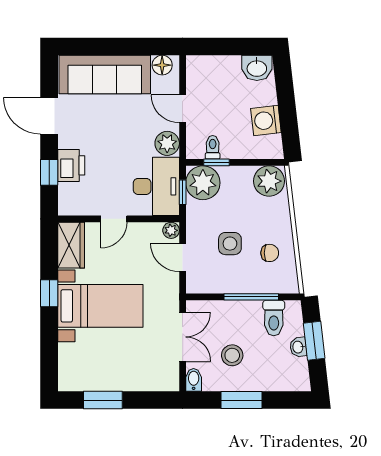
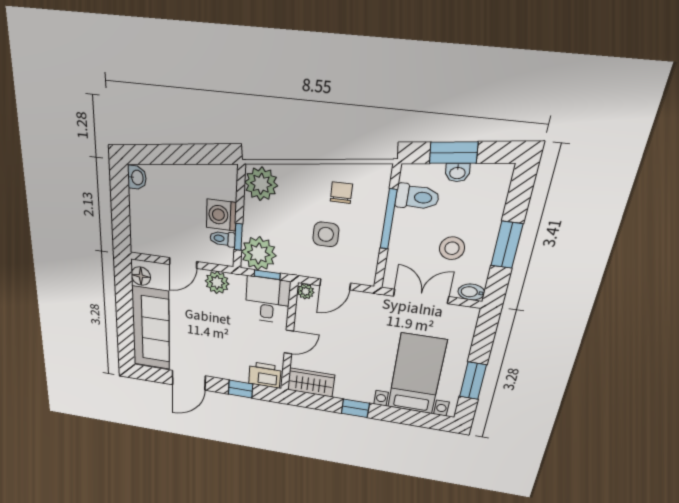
washbasin: (257, 68) -> (137, 177), width x0.72, depth x0.69
washing machine: (266, 120) -> (221, 215), moved, turned 97
printer: (71, 165) -> (265, 375), moved
desk: (156, 186) -> (268, 300), width x0.73
door: (114, 219) -> (289, 342), hinge flipped
bed with nightstands: (100, 306) -> (417, 374), moved

